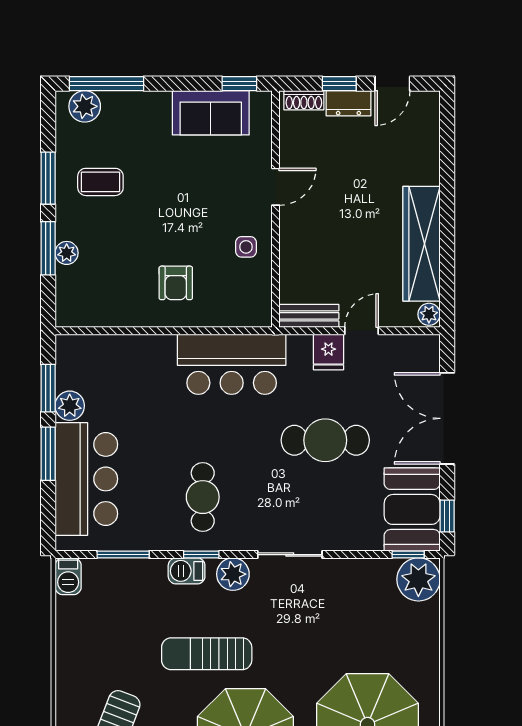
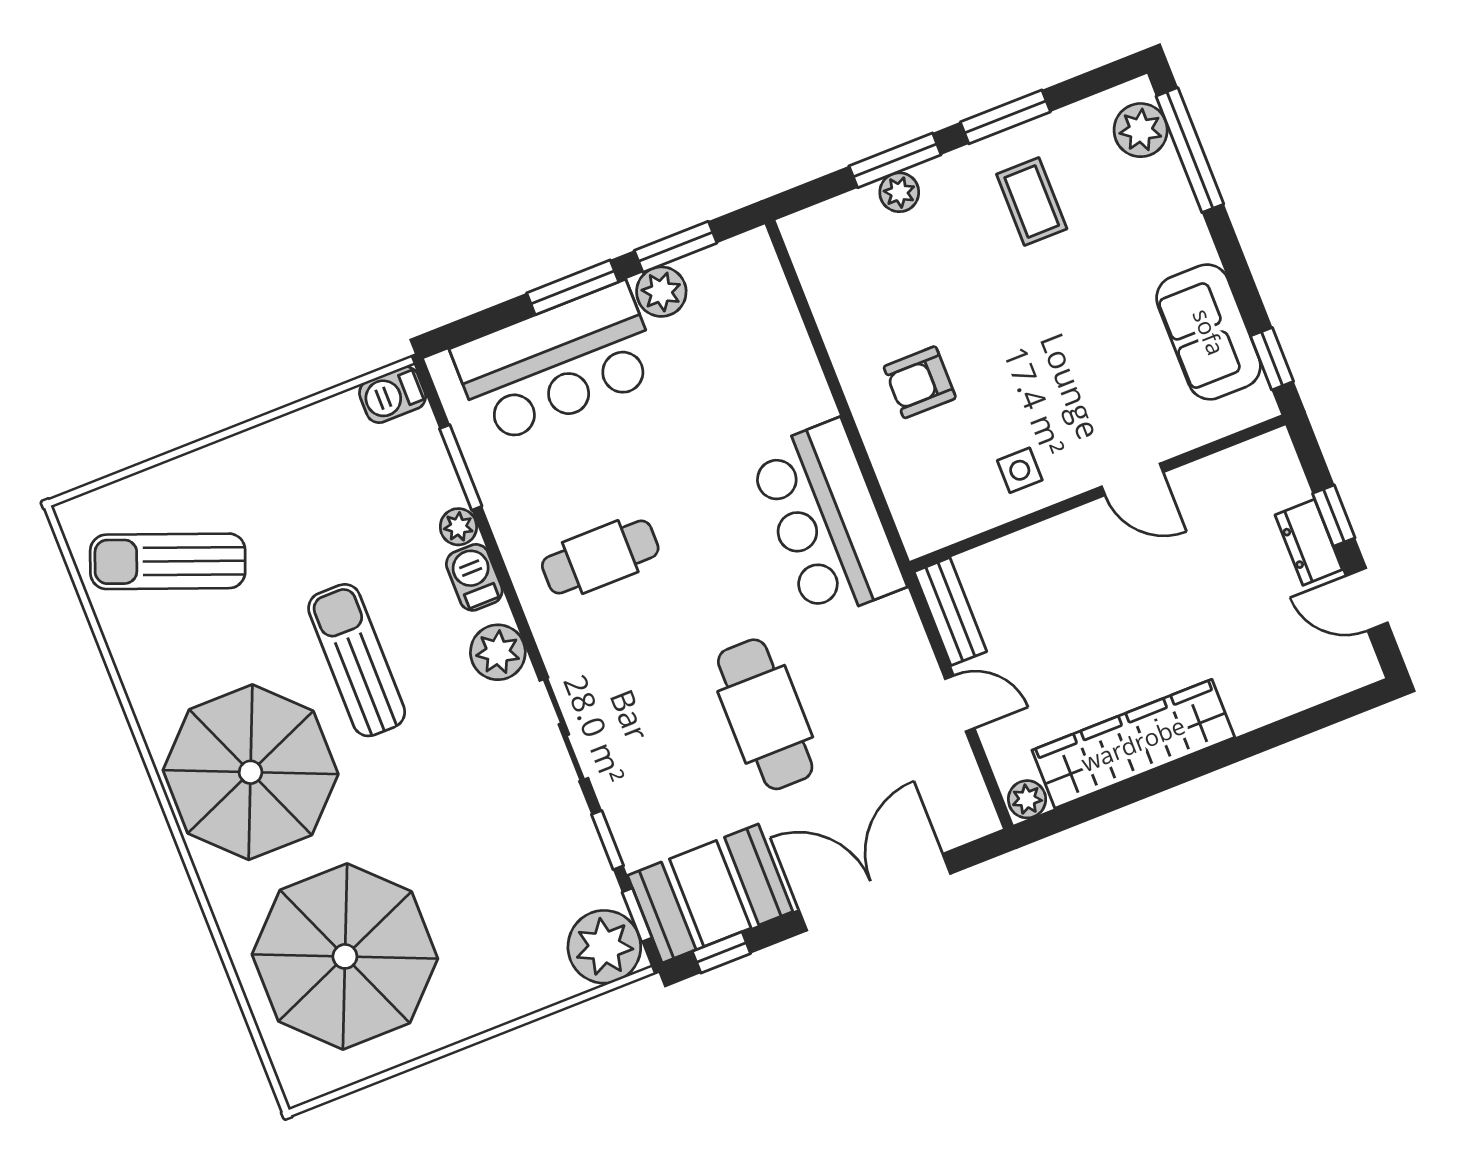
shoe rack: (304, 100) -> (1286, 470), removed
fridge: (328, 352) -> (906, 665), removed
window: (201, 555) -> (607, 840), moved
plant: (155, 569) -> (458, 527), added

